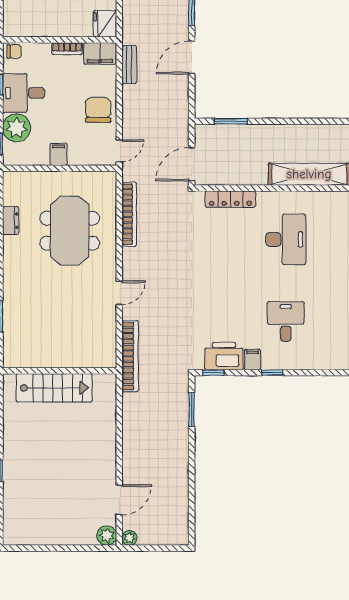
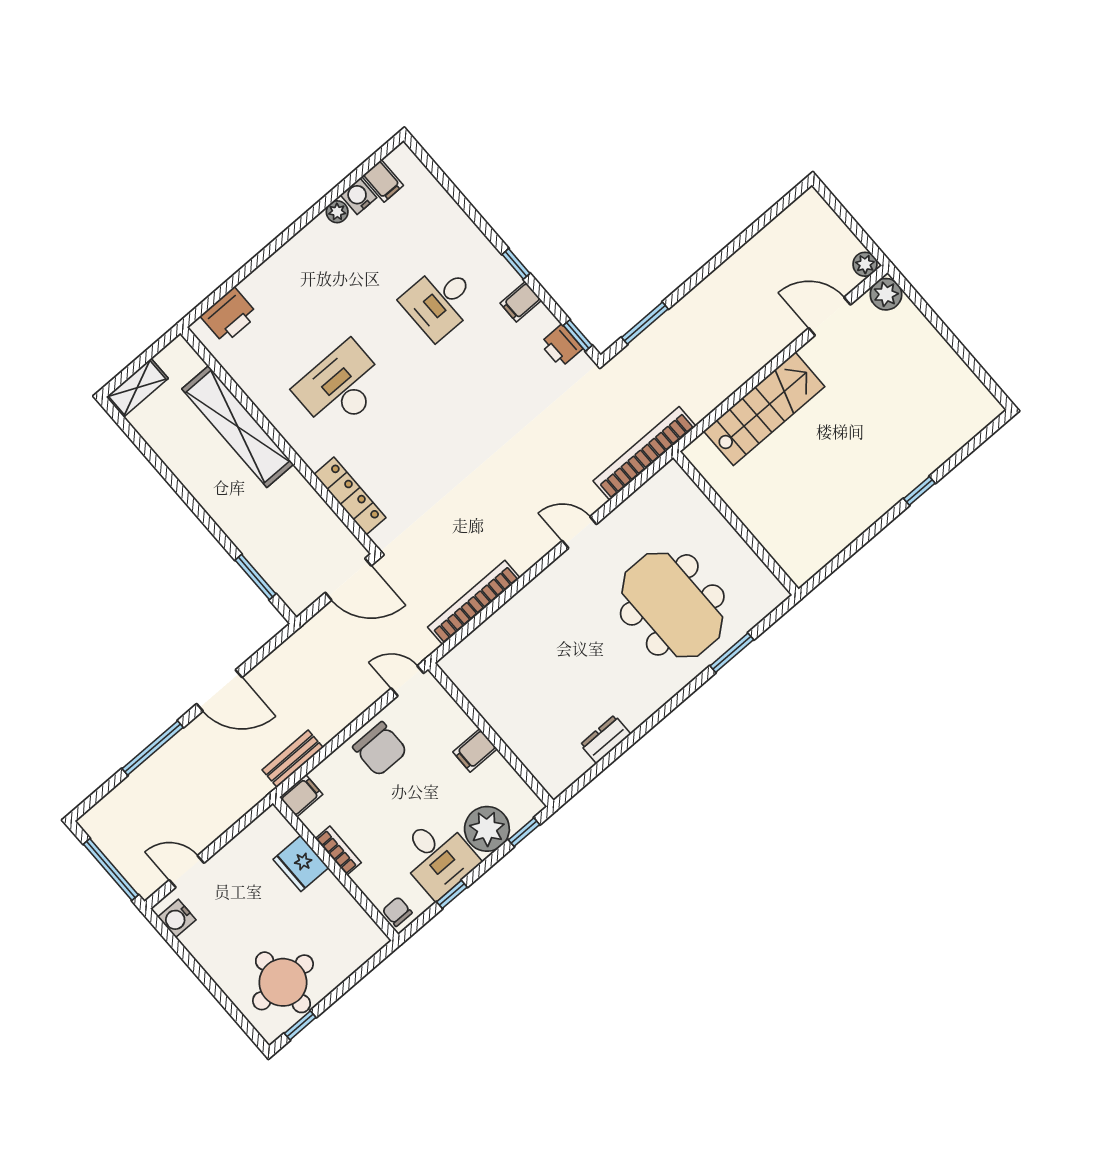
fridge: (105, 24) -> (301, 863), moved, turned 90
filing cabinet: (100, 53) -> (301, 796), width x0.50
chair: (98, 110) -> (380, 749), turned -90
meeting table: (70, 231) -> (672, 605), moved, turned 90
printer: (224, 356) -> (561, 346), width x0.53, depth x0.68
stairs: (54, 388) -> (764, 409), moved, turned 90

